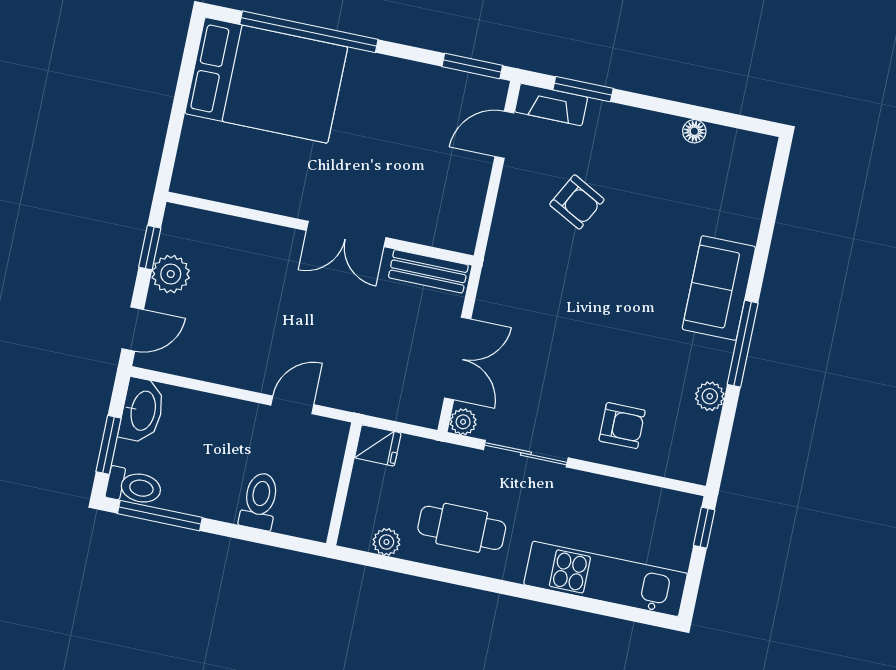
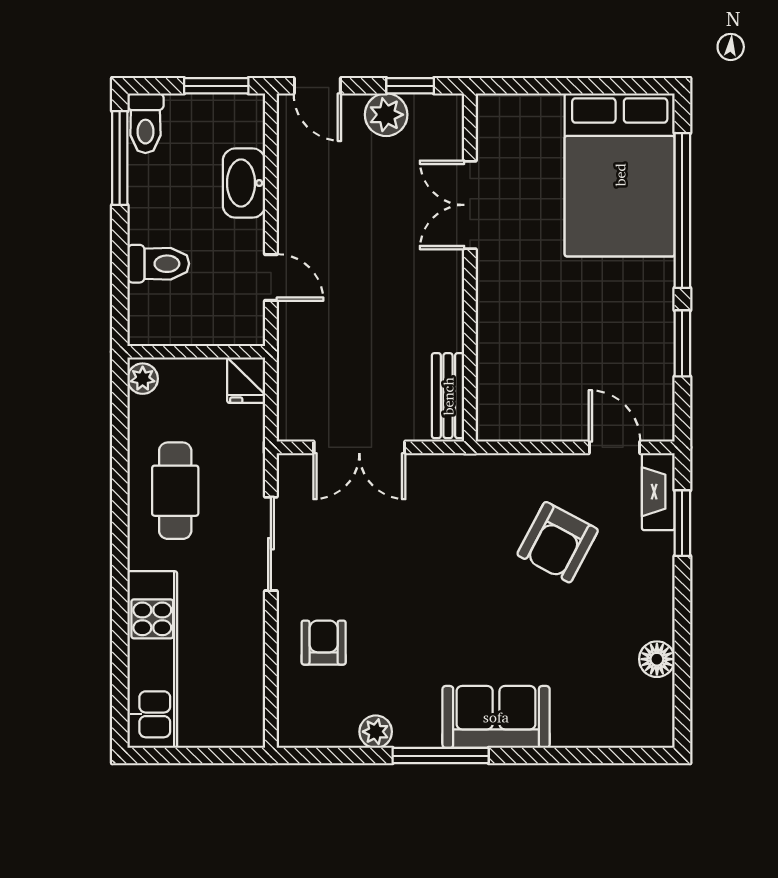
window: (472, 66) -> (682, 343), moved
floor lamp: (694, 131) -> (657, 659), width x1.37, depth x1.37
armchair: (577, 202) -> (558, 542), width x1.38, depth x1.38
double door: (346, 234) -> (470, 205), moved
washbasin: (142, 410) -> (244, 183), moved, turned 90
plant: (463, 422) -> (291, 468), removed
armchair: (622, 426) -> (324, 643), turned 180
window: (109, 445) -> (216, 86), moved
window: (704, 528) -> (231, 756), removed
plant: (386, 542) -> (143, 379), moved

